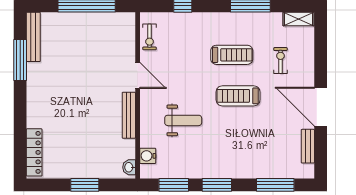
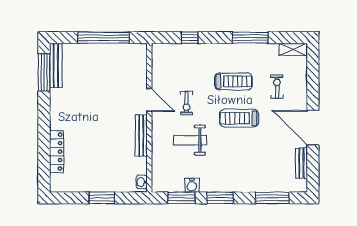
exercise bike: (150, 37) -> (187, 103), moved
window: (20, 60) -> (44, 72), moved
weight bench: (183, 120) -> (190, 140), turned 180
locker: (34, 152) -> (57, 152), moved
water cooler: (148, 156) -> (192, 185), moved, turned -90

